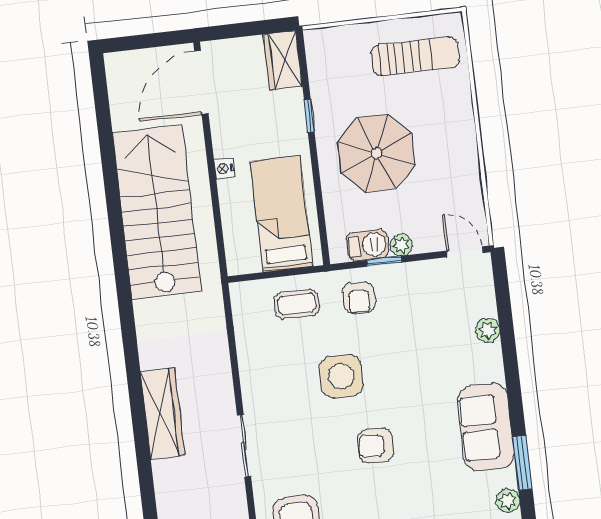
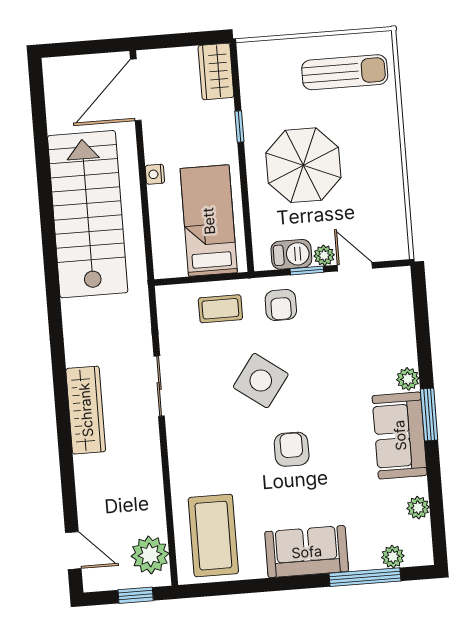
door: (465, 252) -> (355, 267), moved
plant: (488, 330) -> (408, 379), moved
side table: (341, 376) -> (261, 381), turned 36
sliding door: (244, 446) -> (159, 386), moved
armchair: (376, 446) -> (292, 449), turned 86
window: (522, 463) -> (429, 415), moved

